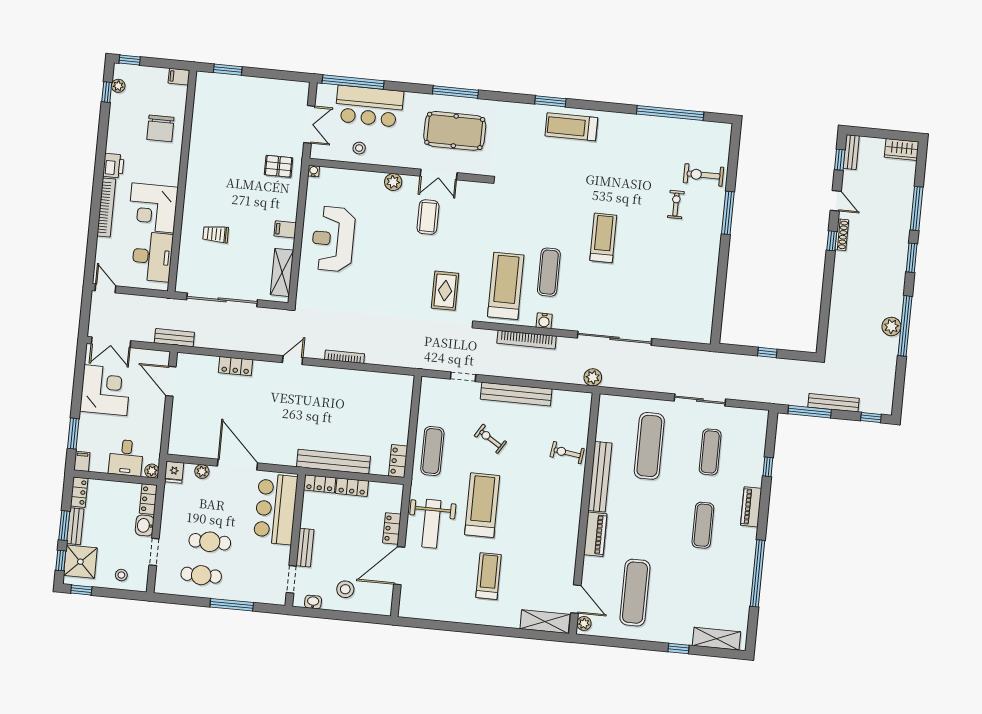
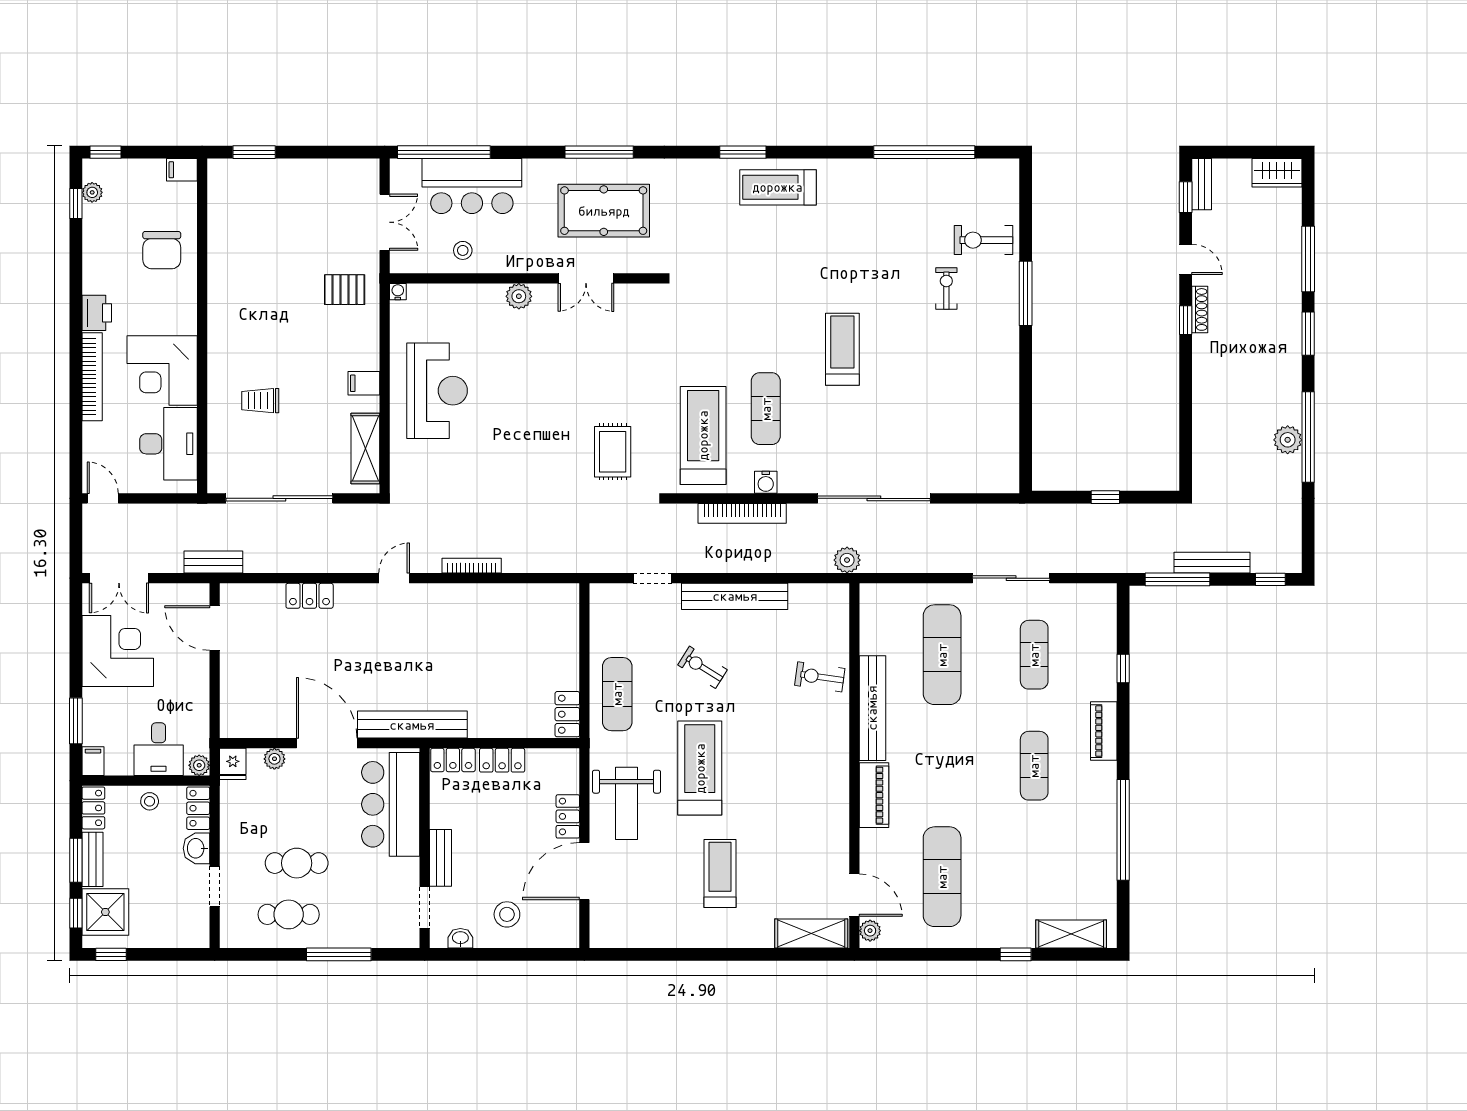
coffee table: (428, 217) -> (576, 344), removed
reception desk: (333, 239) -> (437, 391), turned 180
bench: (333, 462) -> (412, 725), moved
stool: (121, 575) -> (150, 801), moved

